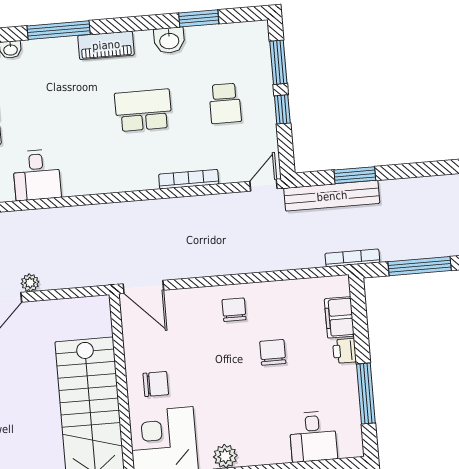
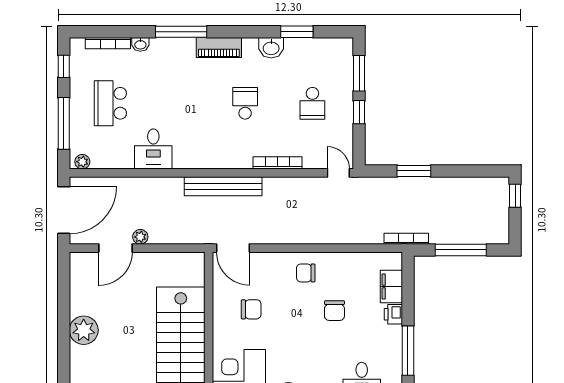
school desk: (143, 110) -> (245, 103), width x0.54
door: (264, 185) -> (338, 173), hinge flipped
bench: (332, 196) -> (223, 186), moved
chair: (234, 310) -> (306, 273), turned -90
chair: (273, 352) -> (334, 311), turned 180
chair: (156, 384) -> (251, 309), moved

